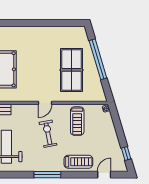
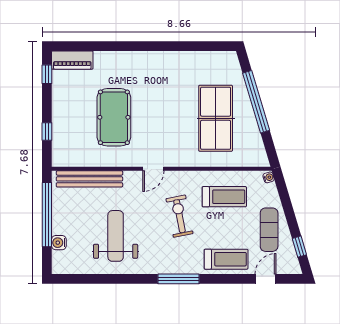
door: (45, 103) -> (153, 169), moved
treadmill: (77, 121) -> (224, 197), turned -90
exercise mat: (106, 143) -> (269, 230), added

